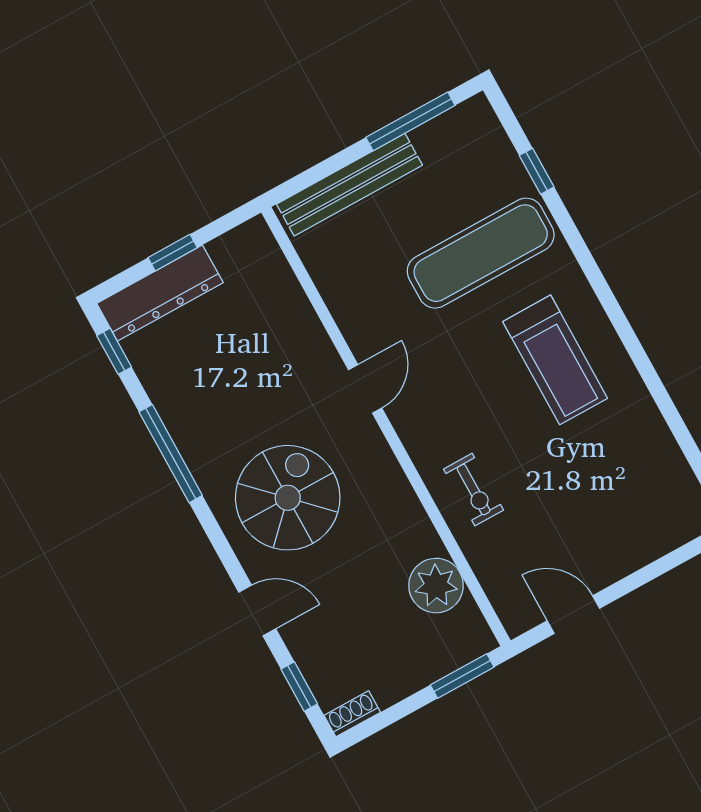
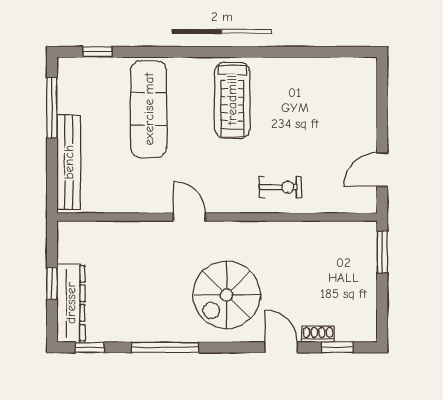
window: (537, 171) -> (98, 52), moved
treadmill: (555, 360) -> (232, 100), turned 90
spiral stairs: (288, 498) -> (227, 295), turned -90
plant: (436, 586) -> (323, 238), removed
door: (257, 610) -> (281, 347), hinge flipped
shoe rack: (352, 714) -> (318, 334), moved, turned 90

